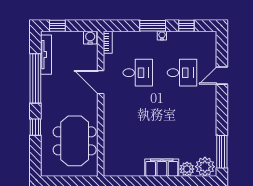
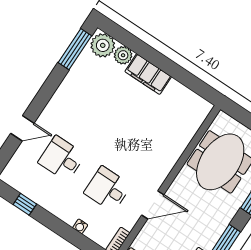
window: (153, 26) -> (60, 228), removed
water cooler: (162, 36) -> (80, 226), moved
door: (101, 82) -> (153, 205), hinge flipped

